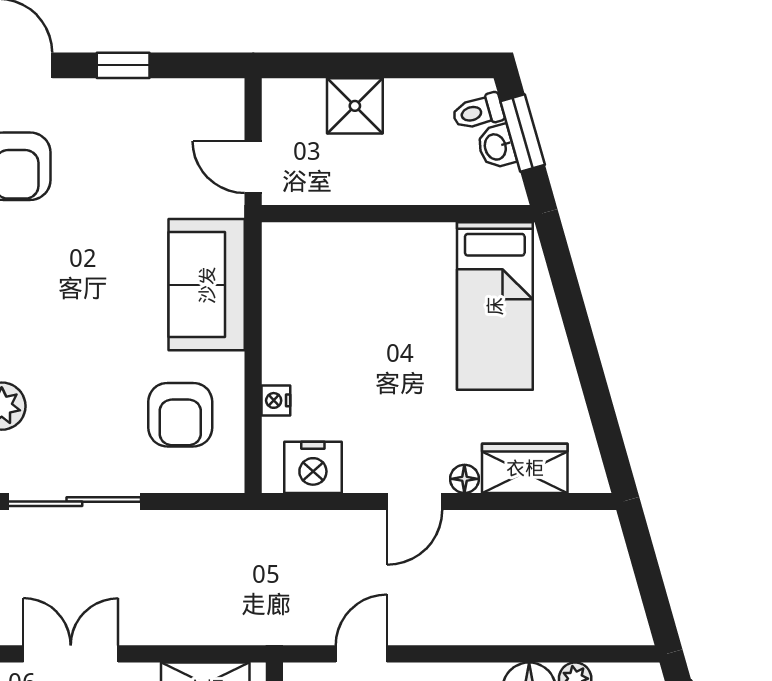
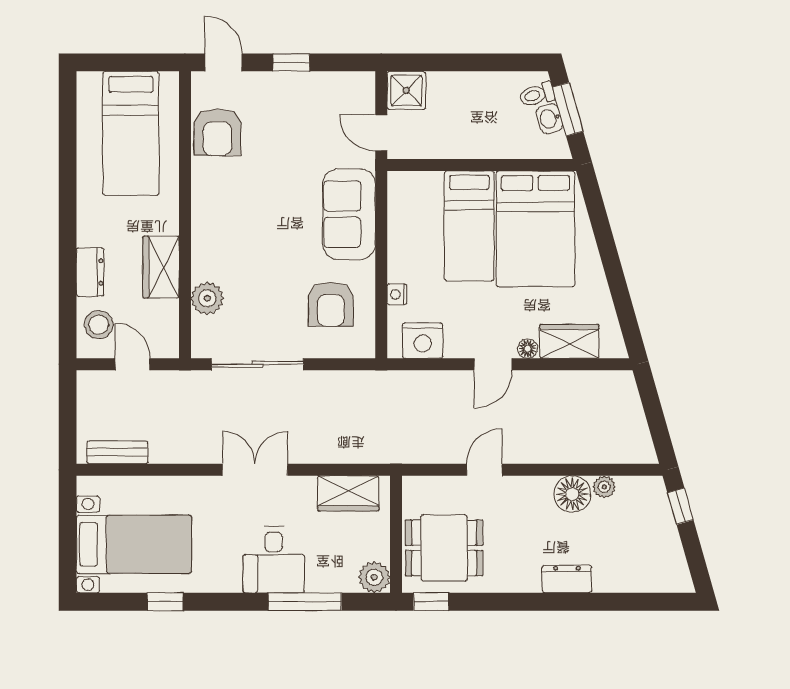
shower: (355, 106) -> (406, 90), moved
bed: (380, 302) -> (469, 226), added
bed: (495, 306) -> (535, 229), width x1.50
door: (361, 654) -> (484, 470), moved

